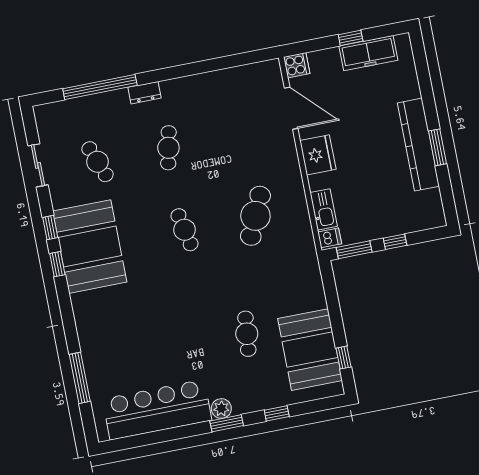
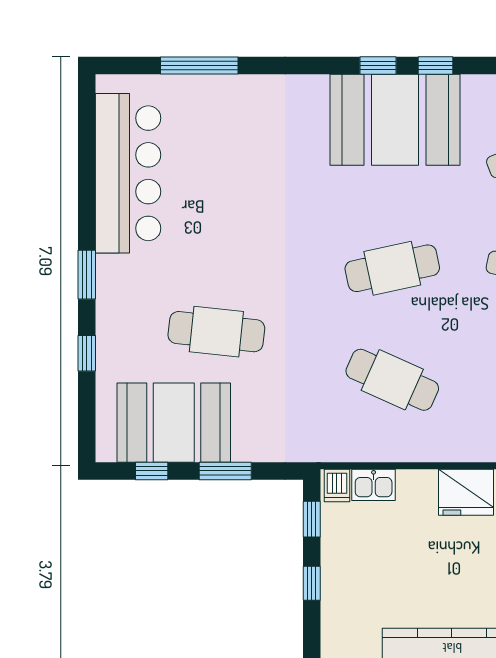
kitchen sink: (324, 209) -> (374, 485), width x0.73
cafe table: (185, 230) -> (392, 268), width x1.37, depth x1.35
window: (354, 250) -> (312, 519), width x0.67
window: (334, 311) -> (225, 471), added
cafe table: (247, 334) -> (216, 332), width x1.37, depth x1.35
plant: (221, 409) -> (111, 271), removed

